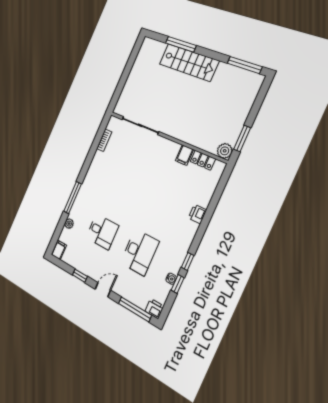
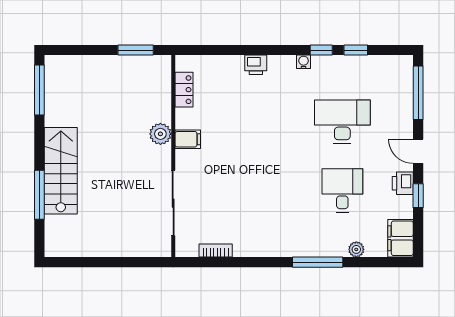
plant: (225, 151) -> (160, 134), moved
filing cabinet: (184, 155) -> (188, 139), moved
filing cabinet: (59, 250) -> (400, 238), width x2.00
water cooler: (171, 279) -> (304, 62), moved
printer: (154, 309) -> (403, 183), moved

